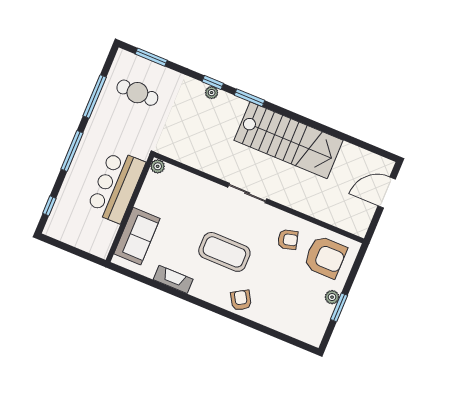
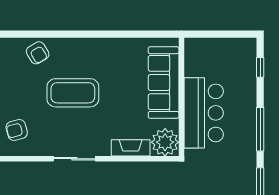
plant: (158, 166) -> (165, 142), width x1.87, depth x1.87
sofa: (137, 236) -> (164, 83), width x1.36
fireplace: (173, 279) -> (131, 148), moved, turned 180

